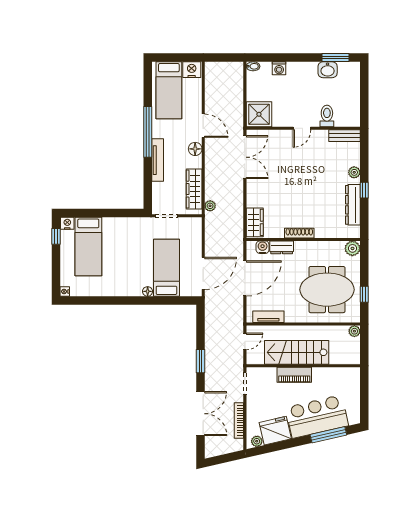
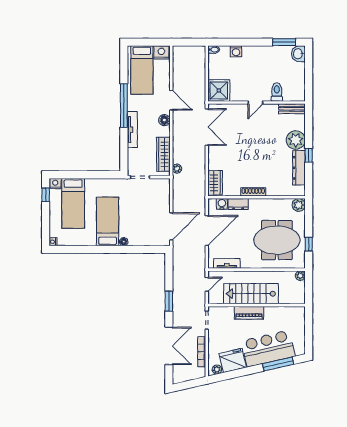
washbasin: (328, 70) -> (298, 54), moved, turned 90
plant: (354, 172) -> (296, 140), width x1.88, depth x1.88
bed: (166, 268) -> (108, 221), moved

